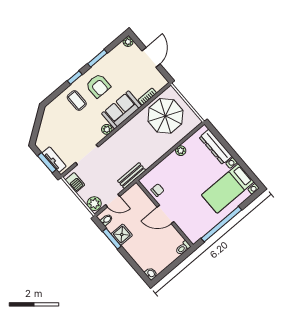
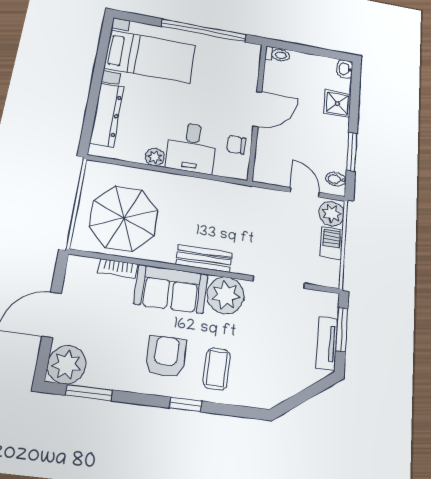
plant: (128, 42) -> (67, 365), width x1.87, depth x1.87
window: (97, 58) -> (89, 393), moved
plant: (107, 129) -> (226, 295), width x1.88, depth x1.88
tv unit: (54, 160) -> (327, 343), moved
desk: (172, 170) -> (191, 148), added
bench: (132, 176) -> (204, 259), moved
barbecue: (75, 182) -> (331, 243), moved
door: (165, 214) -> (257, 109), hinge flipped
shower: (122, 235) -> (337, 104), moved

